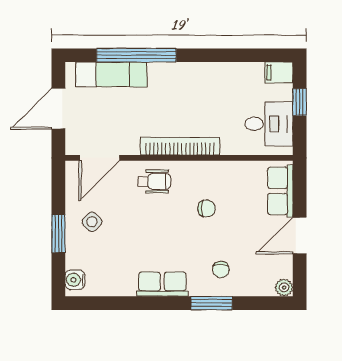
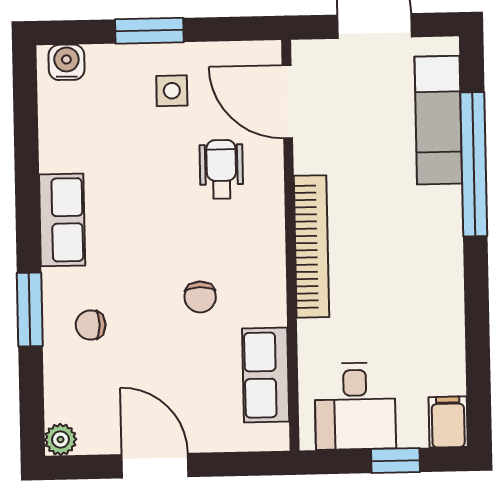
wheelchair: (154, 181) -> (221, 169), moved, turned 180
row of seats: (280, 191) -> (266, 375), moved, turned -90
side table: (92, 222) -> (172, 91), turned 45

